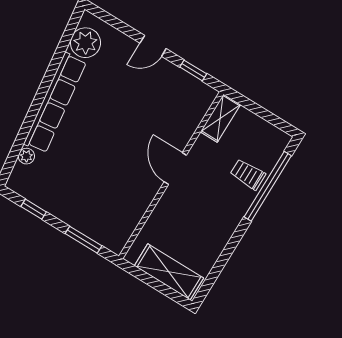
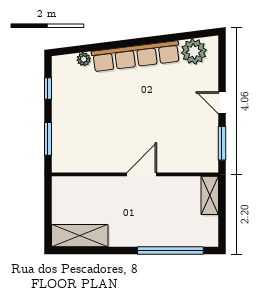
window: (193, 70) -> (222, 143), width x1.50
shelving: (220, 118) -> (210, 195), moved, turned 90
trolley: (248, 174) -> (170, 230), removed
shelving: (169, 272) -> (80, 236), moved, turned 90

